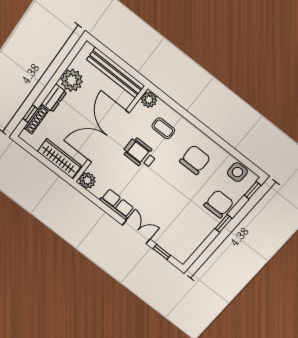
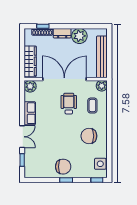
chair: (195, 160) -> (89, 136), turned 180
chair: (219, 204) -> (63, 167), moved

